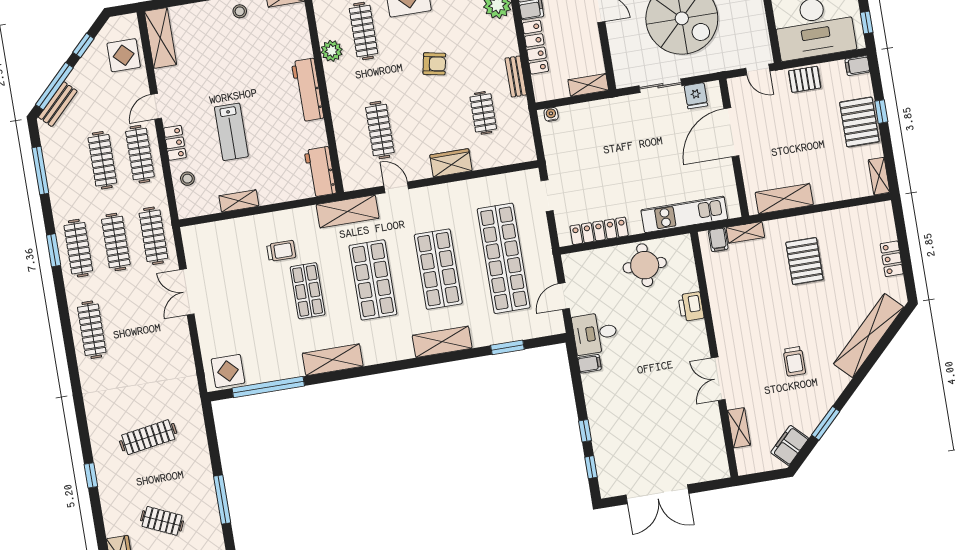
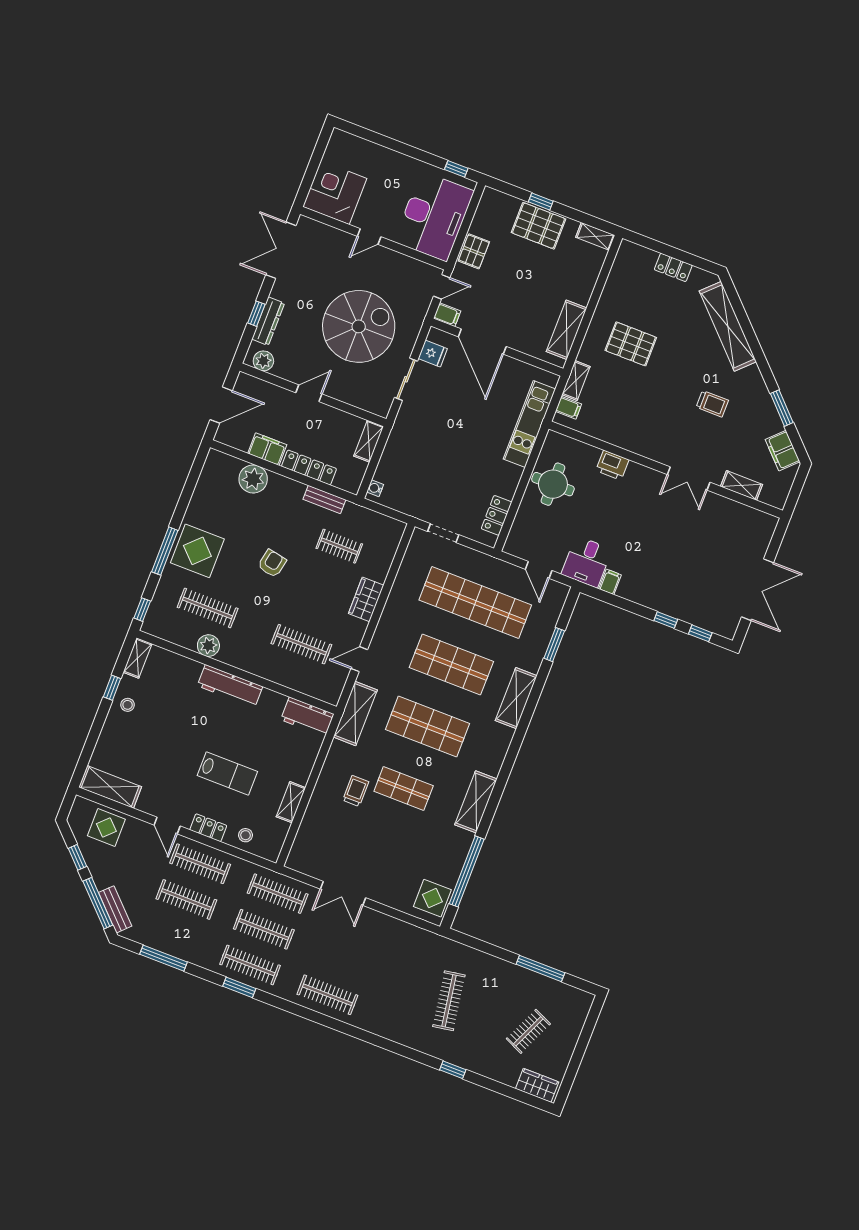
filing cabinet: (857, 66) -> (447, 315), moved, turned -90
locker: (599, 231) -> (497, 515), width x0.66

